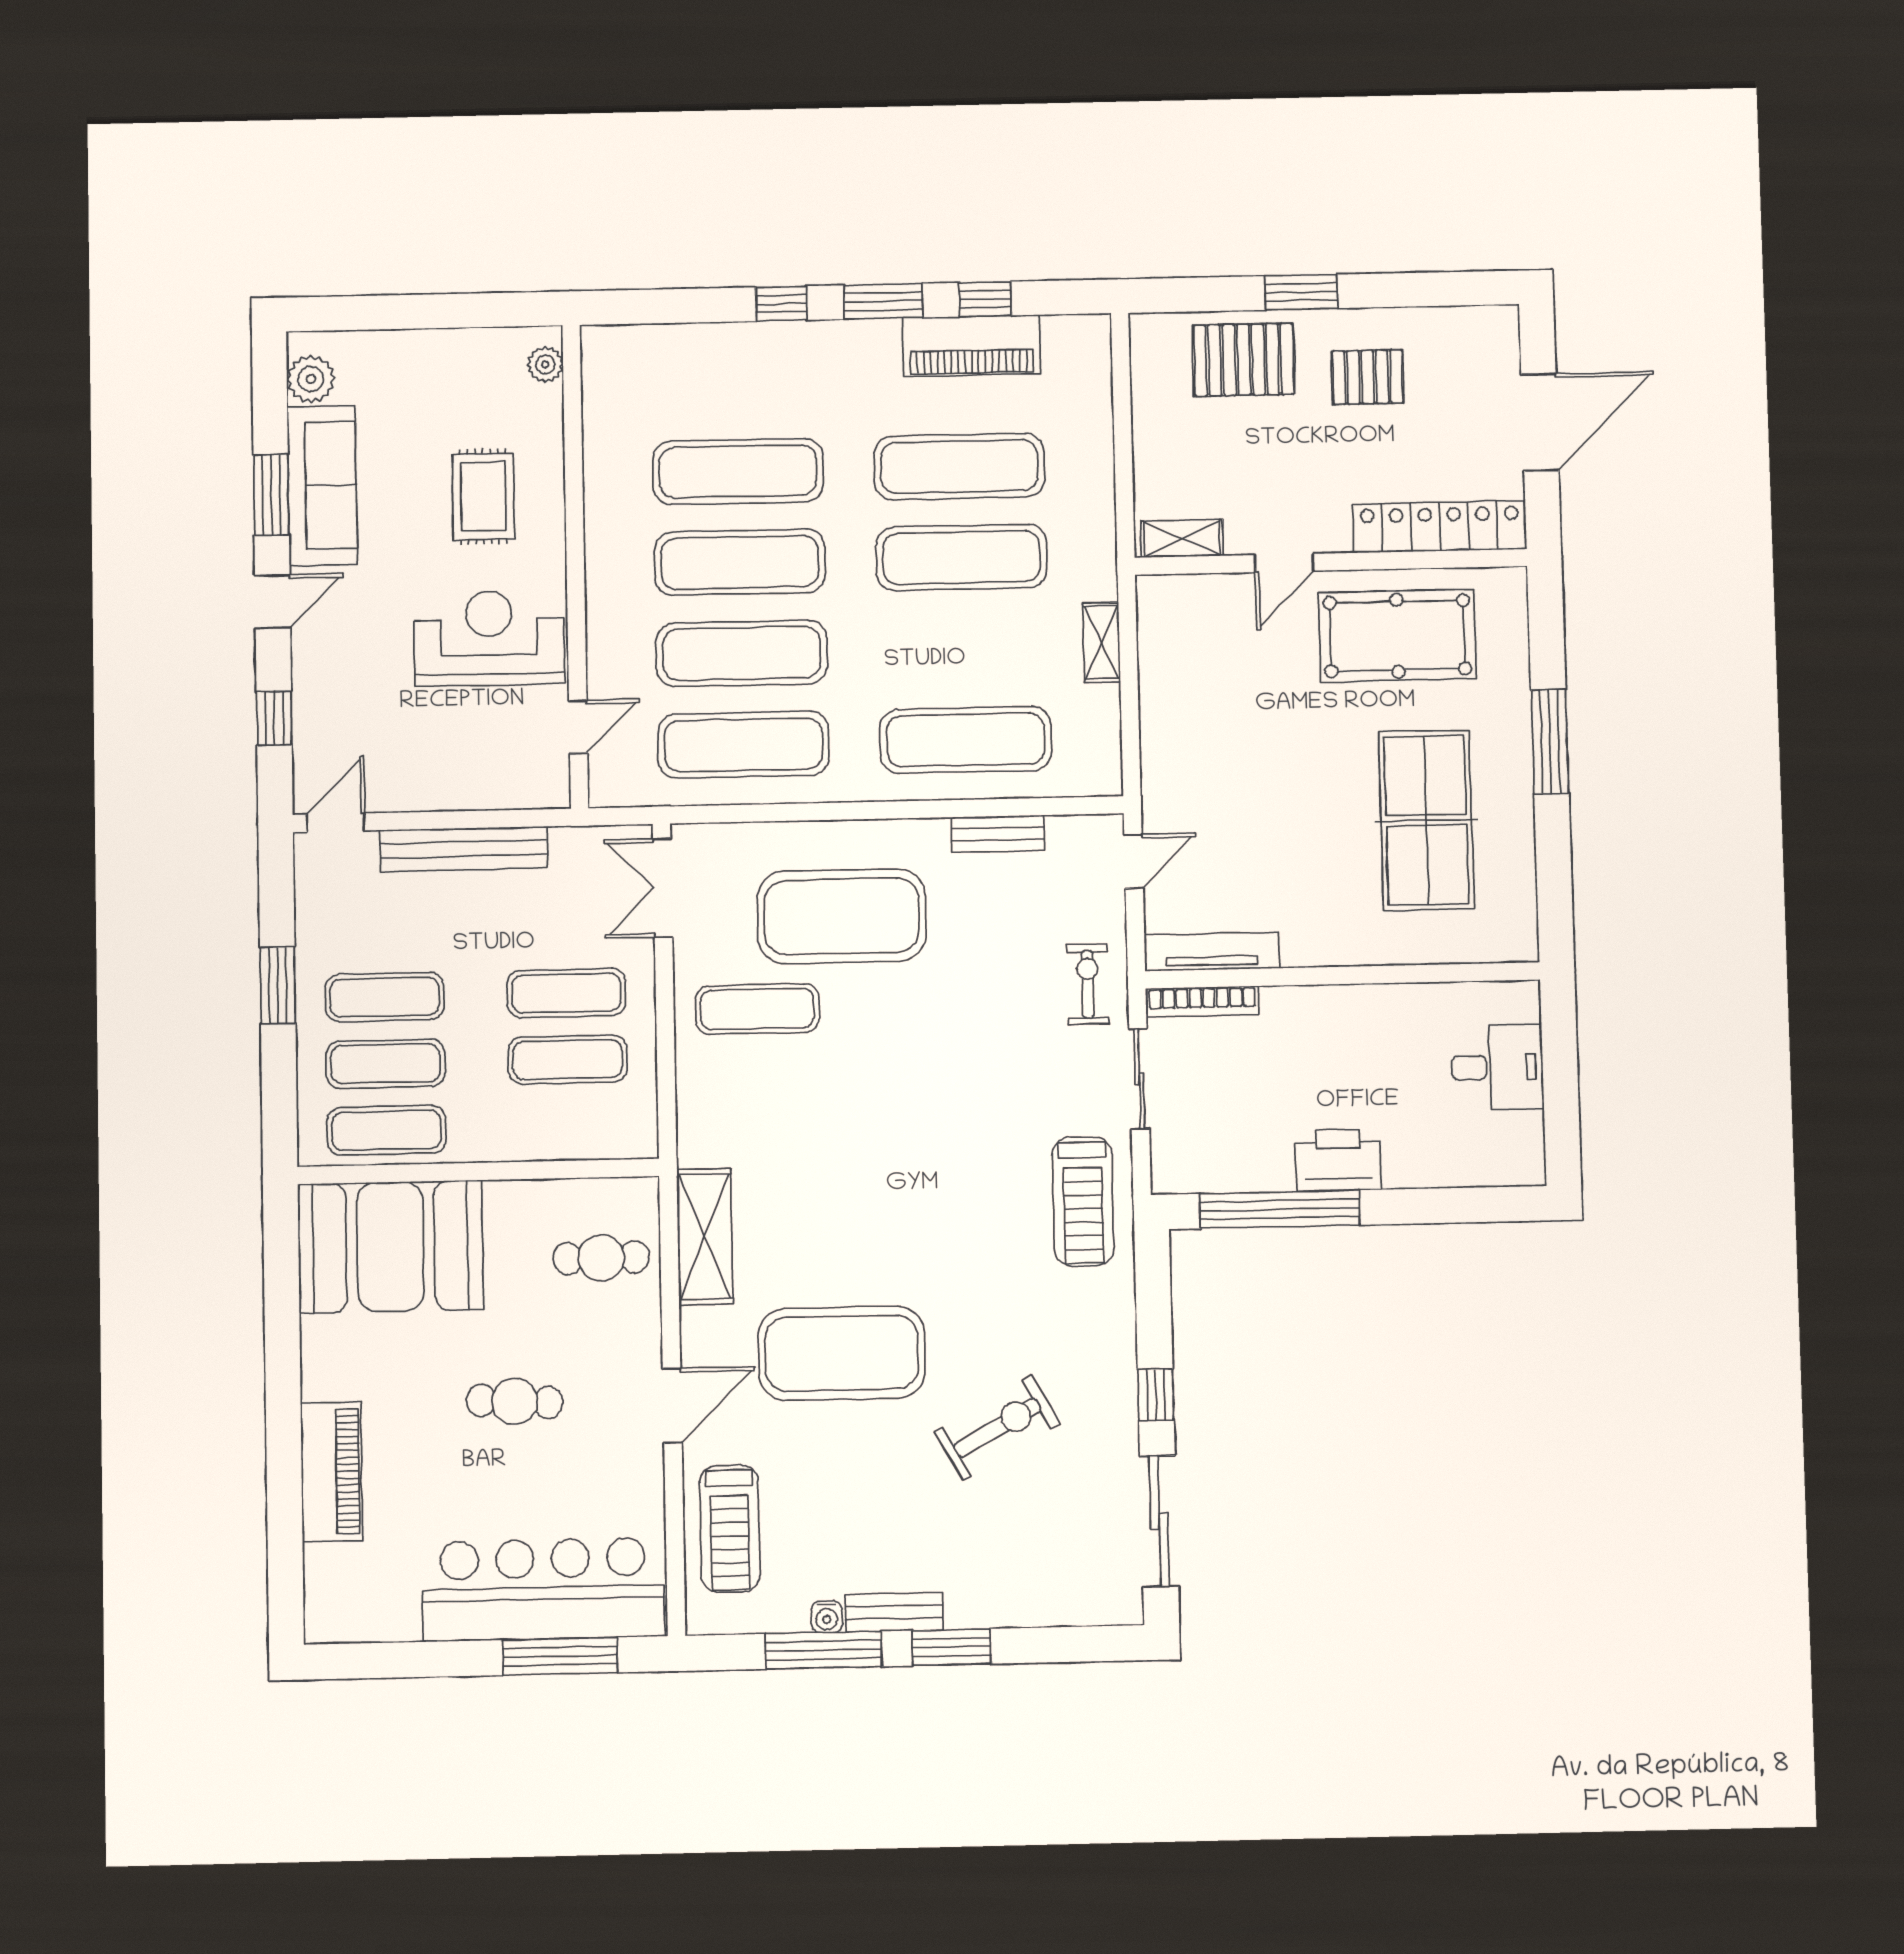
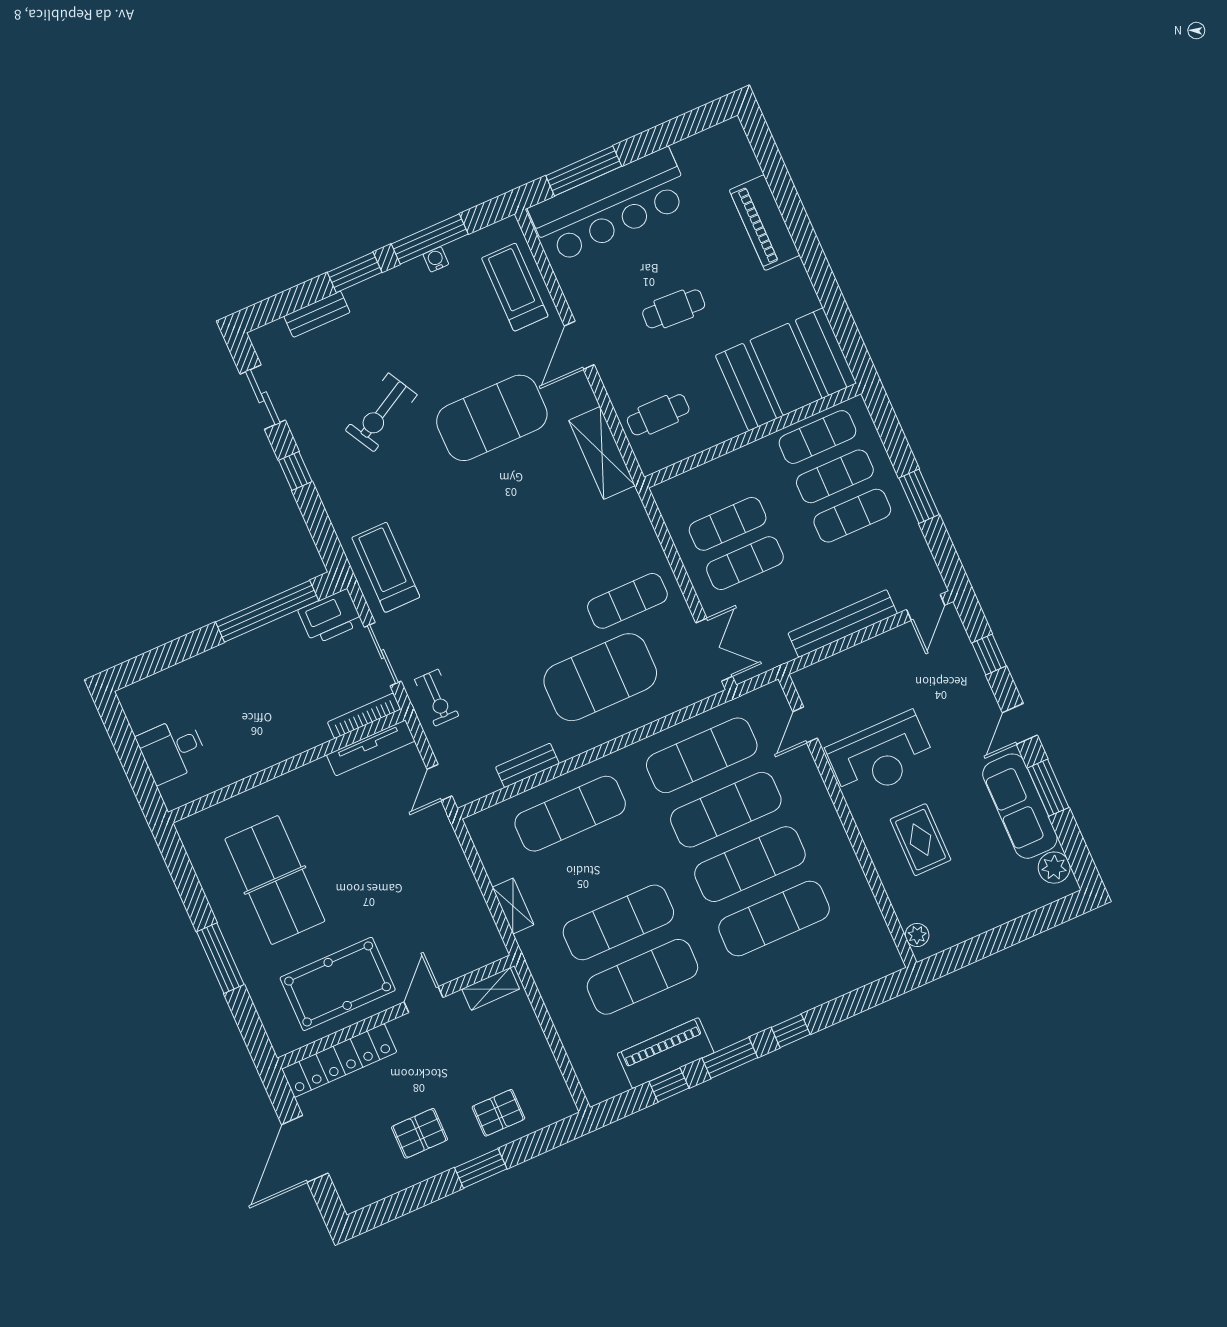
pallet: (1244, 360) -> (498, 1113), width x0.67, depth x0.71
printer: (1338, 1160) -> (330, 617), moved
sliding door: (1159, 1521) -> (263, 397), width x0.73
bench: (894, 1612) -> (317, 314), moved

